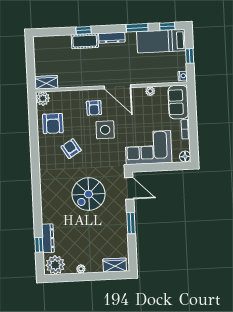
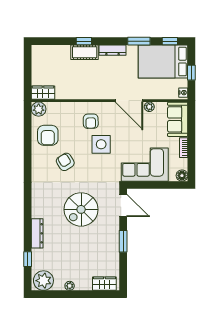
bed: (161, 41) -> (163, 62), width x1.50
door: (117, 87) -> (129, 101), moved
dresser: (48, 238) -> (37, 233), moved

